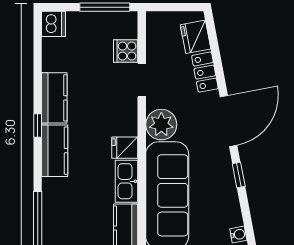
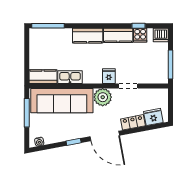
cooker: (126, 51) -> (140, 35), moved, turned 180
window: (38, 125) -> (139, 26), moved
fridge: (125, 148) -> (109, 76), moved

